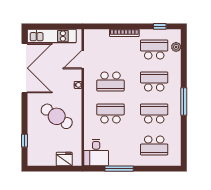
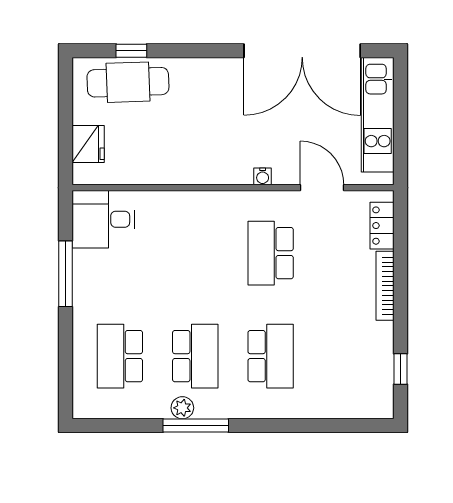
locker: (99, 34) -> (382, 226), added
plant: (176, 47) -> (182, 408), moved
school desk: (154, 49) -> (346, 356), removed
window: (184, 101) -> (196, 426), moved
school desk: (110, 113) -> (195, 253), removed
cafe table: (57, 116) -> (128, 82), moved, turned 54

